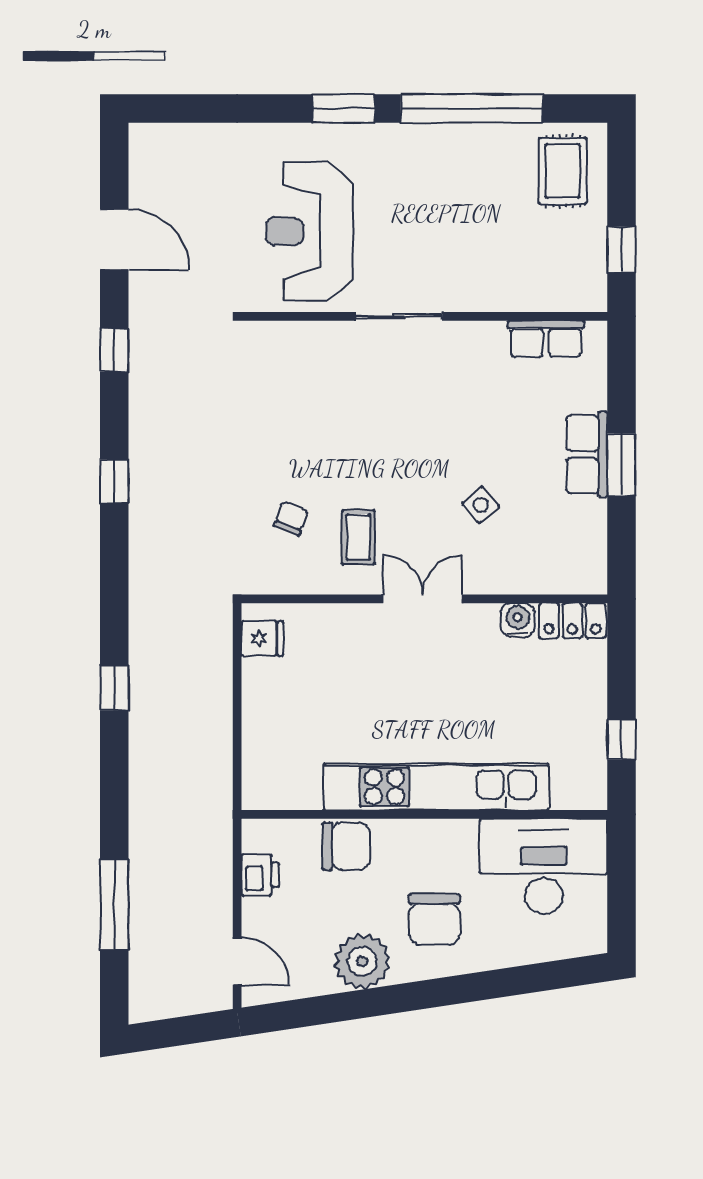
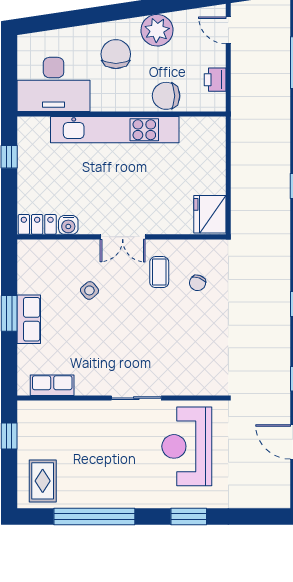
window: (344, 109) -> (189, 516), moved
reception desk: (310, 231) -> (187, 446), turned 180
fridge: (262, 639) -> (210, 214), width x1.88, depth x1.34

